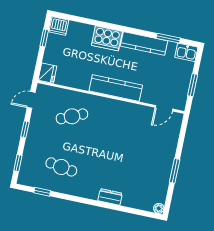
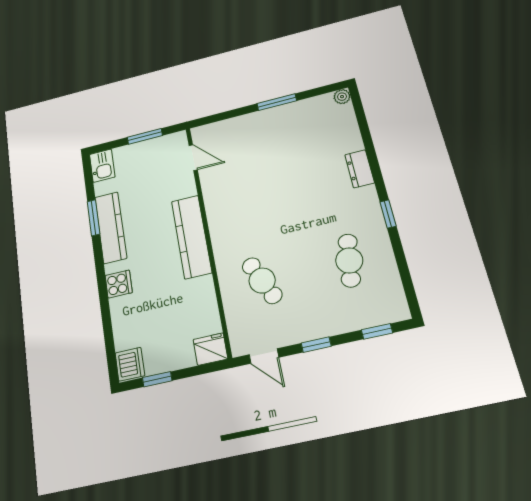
cooker: (107, 38) -> (119, 284), width x0.53, depth x0.76
window: (168, 38) -> (94, 218), moved
window: (42, 192) -> (388, 214), moved

